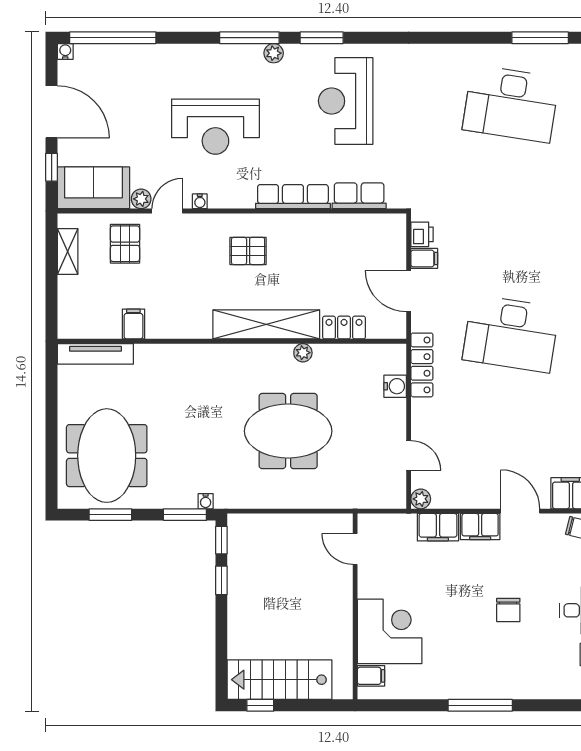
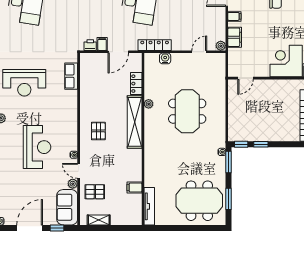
row of seats: (293, 197) -> (72, 109), removed
filing cabinet: (480, 527) -> (234, 16), width x0.50

